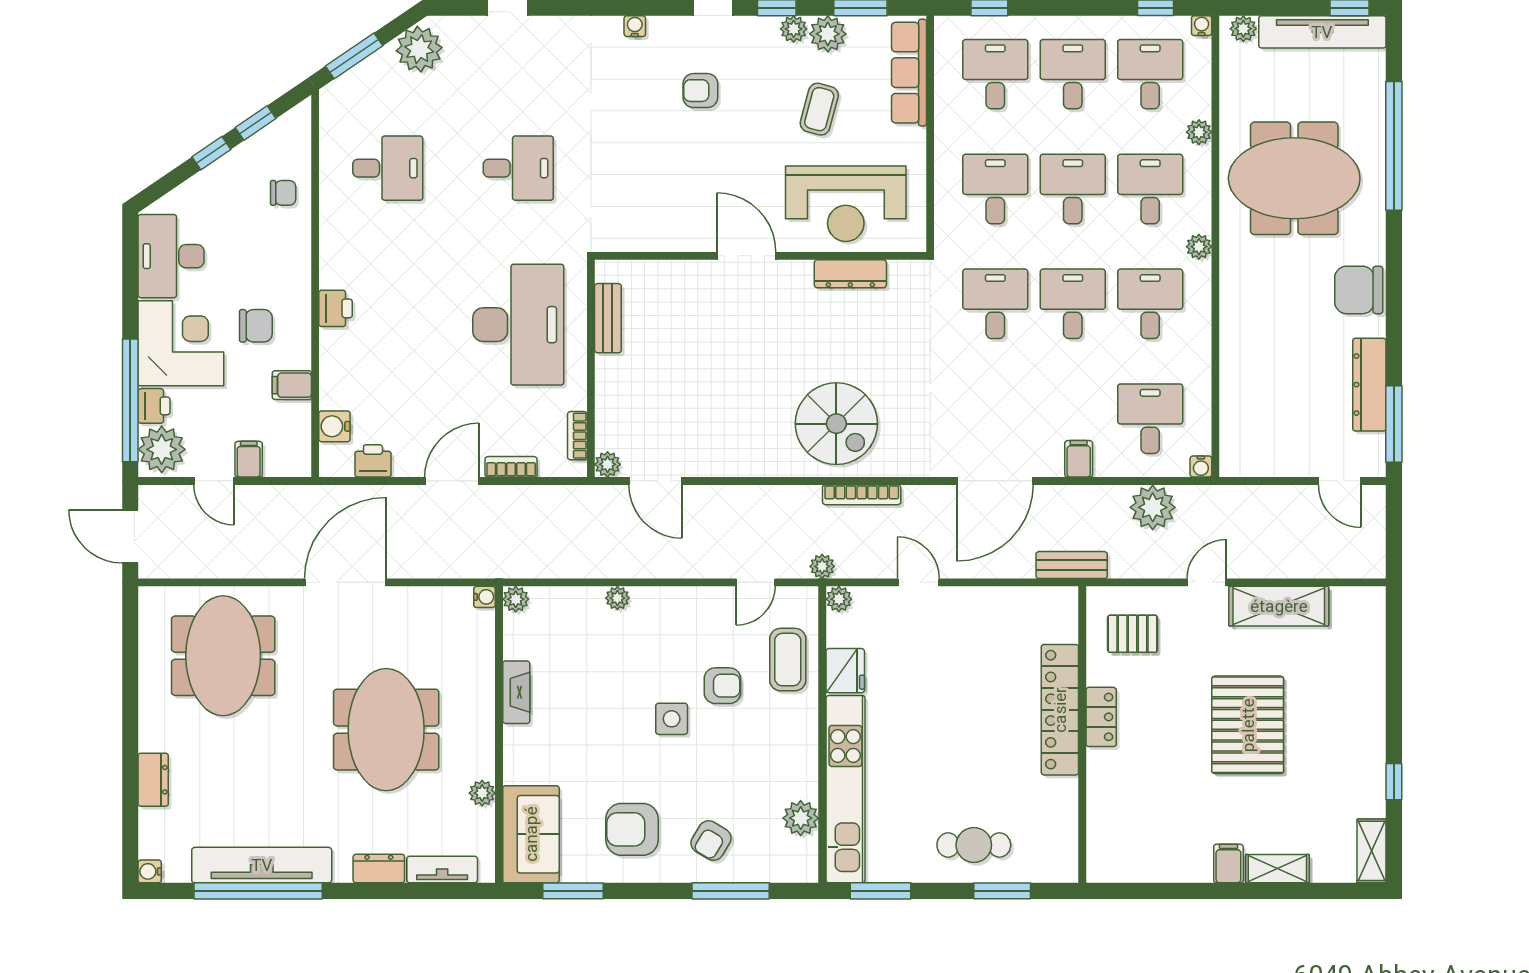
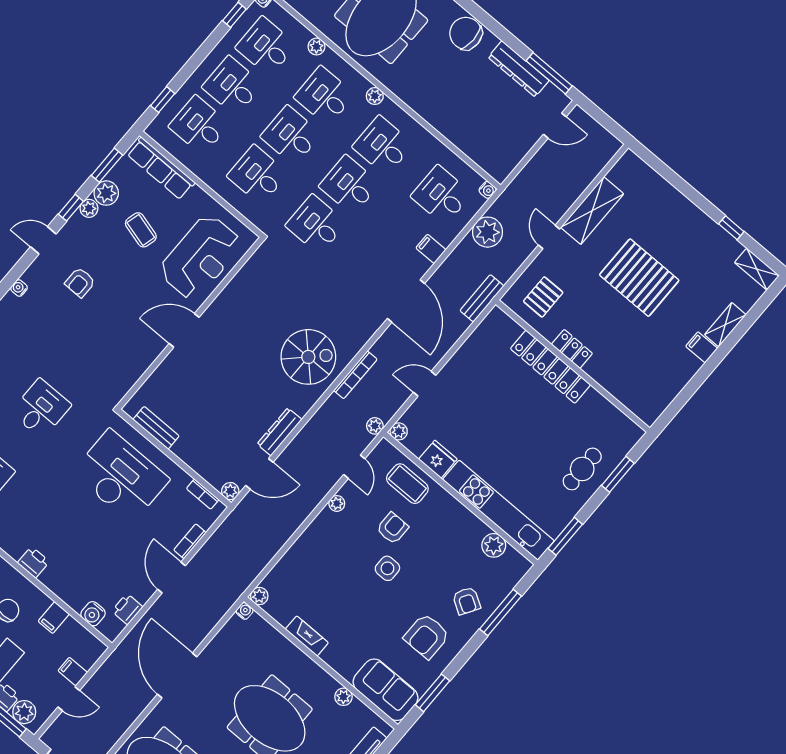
dresser: (850, 274) -> (279, 432), moved, turned 180
chair: (1359, 290) -> (466, 33), turned 90
plant: (162, 449) -> (24, 712), width x0.73, depth x0.73
plant: (617, 598) -> (337, 503), moved

